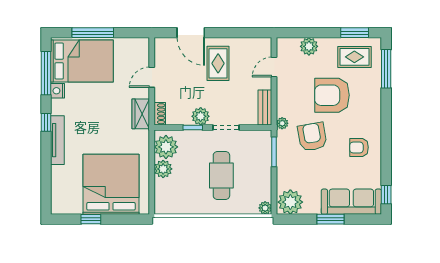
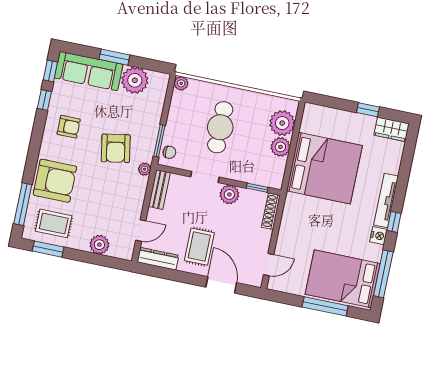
dresser: (253, 45) -> (158, 259), added
door: (152, 77) -> (269, 265), moved
nightstand: (58, 91) -> (378, 236), moved
armchair: (332, 95) -> (55, 181), moved
wardrobe: (141, 114) -> (391, 129), moved, turned 90
shoe rack: (160, 114) -> (271, 211), width x1.43
window: (193, 127) -> (257, 188), moved
chair: (263, 143) -> (169, 152), added
plant: (166, 147) -> (282, 123), moved
window: (386, 167) -> (44, 100), added
bed: (111, 184) -> (324, 168), moved, turned -90
plant: (290, 202) -> (135, 80), moved

